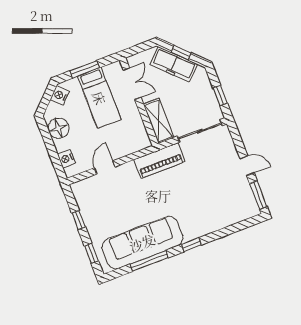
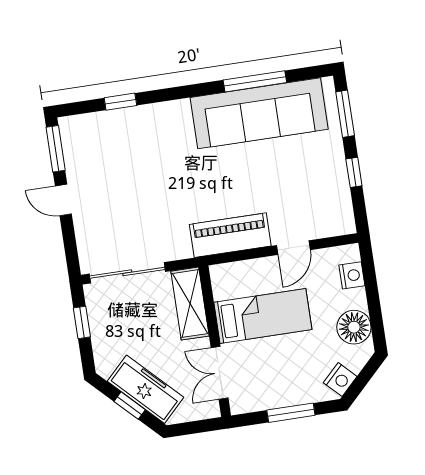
bed: (99, 98) -> (263, 316), moved, turned 90
piano: (159, 161) -> (230, 235), moved
window: (192, 245) -> (120, 102), moved
window: (91, 253) -> (345, 114), width x1.50

